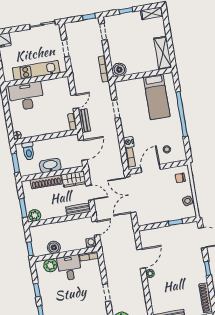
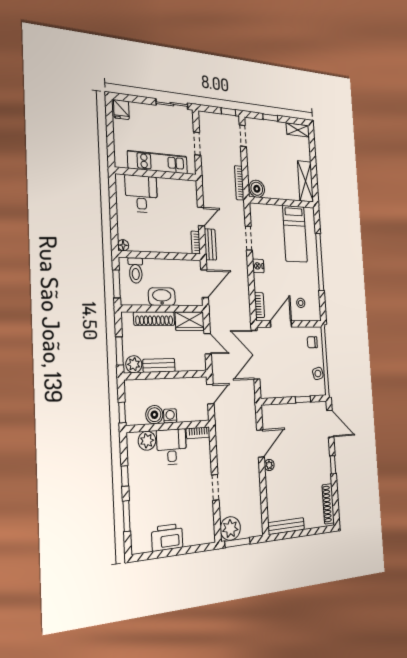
desk: (26, 96) -> (141, 194), width x0.73
nightstand: (129, 142) -> (258, 266), moved
bench: (78, 209) -> (159, 365), moved
washing machine: (91, 243) -> (170, 416), moved

